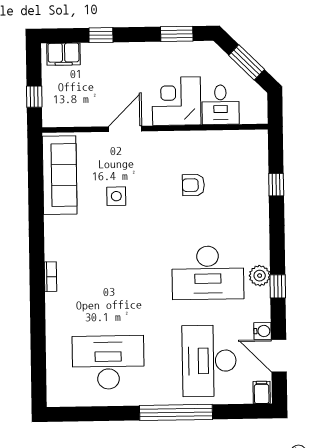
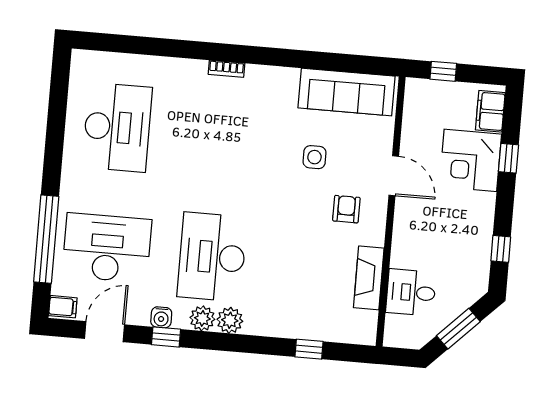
window: (177, 34) -> (501, 249), width x0.67
corner desk: (176, 101) -> (470, 160), moved, turned 180
fireplace: (212, 141) -> (369, 278), added
armchair: (193, 185) -> (346, 209), moved
plant: (259, 253) -> (230, 320), added
window: (278, 286) -> (166, 337), moved
water cooler: (263, 331) -> (161, 317), moved
window: (176, 412) -> (46, 239), moved

